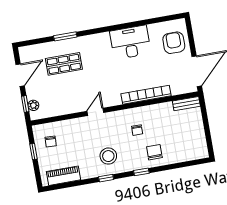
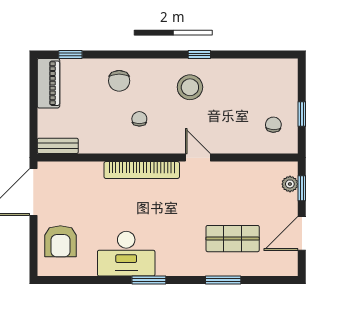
window: (113, 28) -> (149, 280), added
bookcase: (146, 95) -> (142, 170), moved
door: (95, 112) -> (198, 158), swing flipped
window: (141, 172) -> (70, 54), moved
piano: (63, 176) -> (48, 83), moved, turned -90

